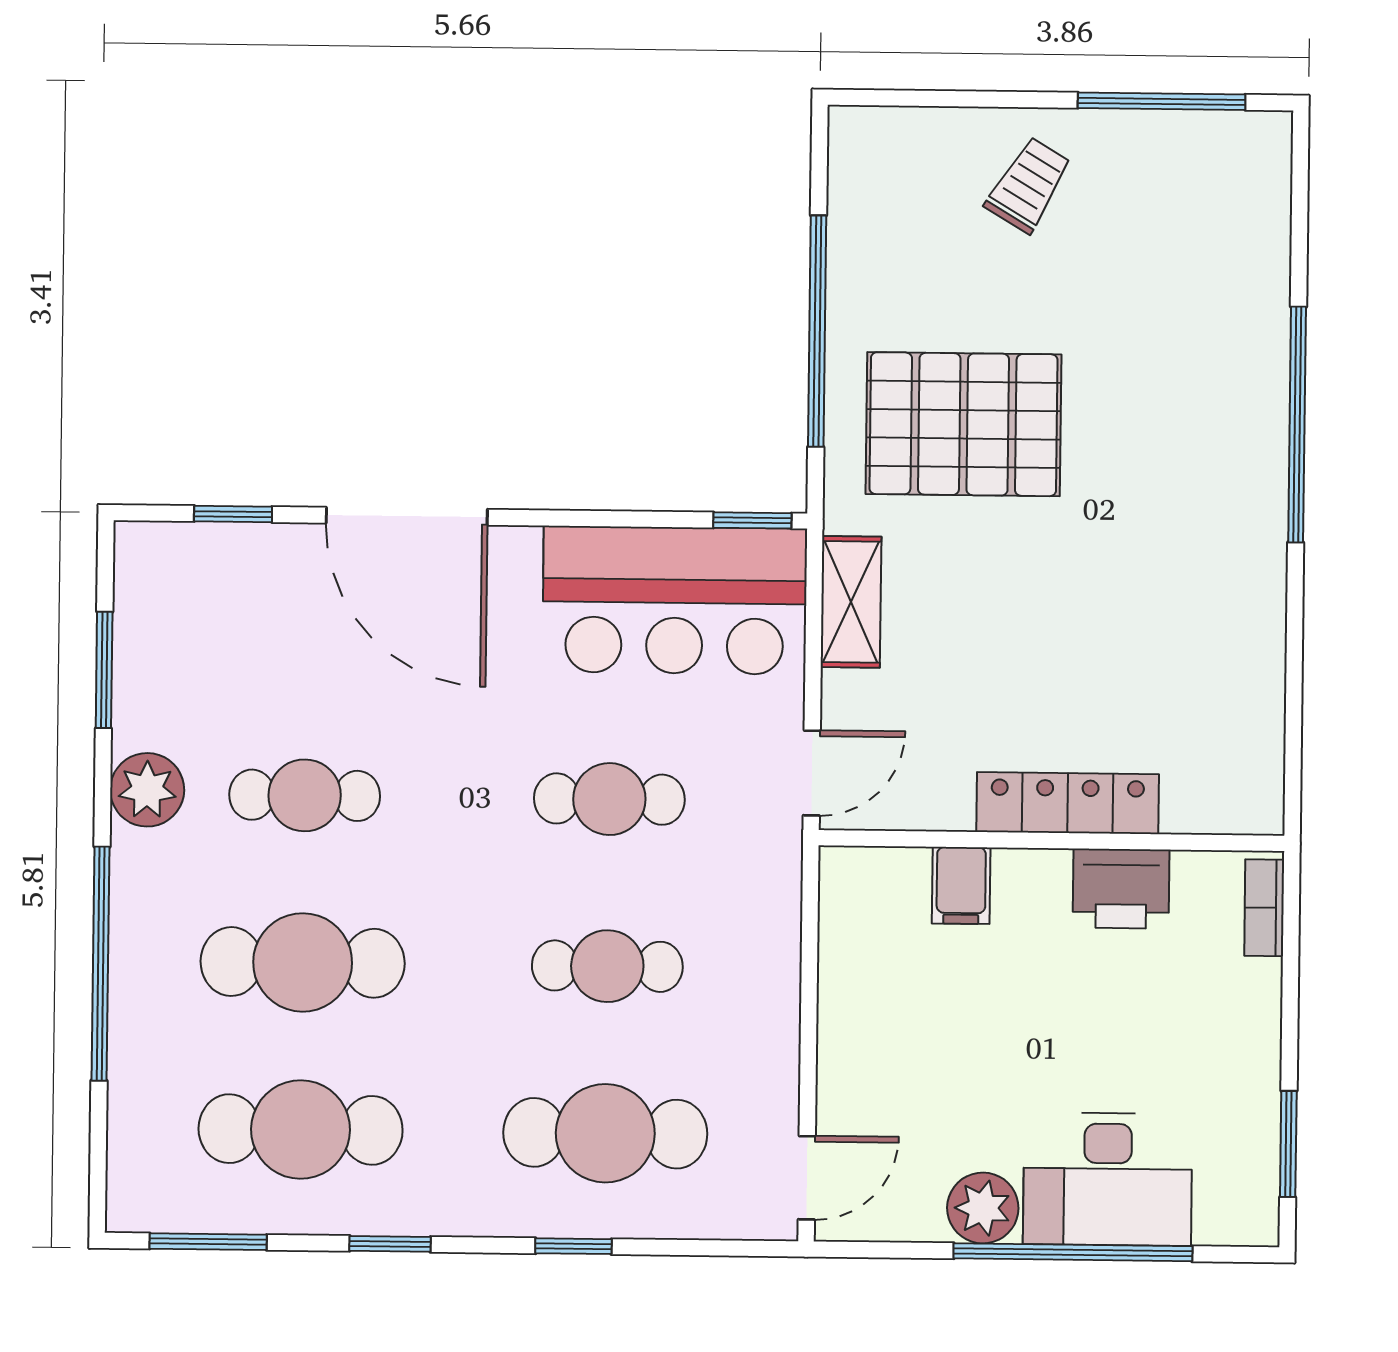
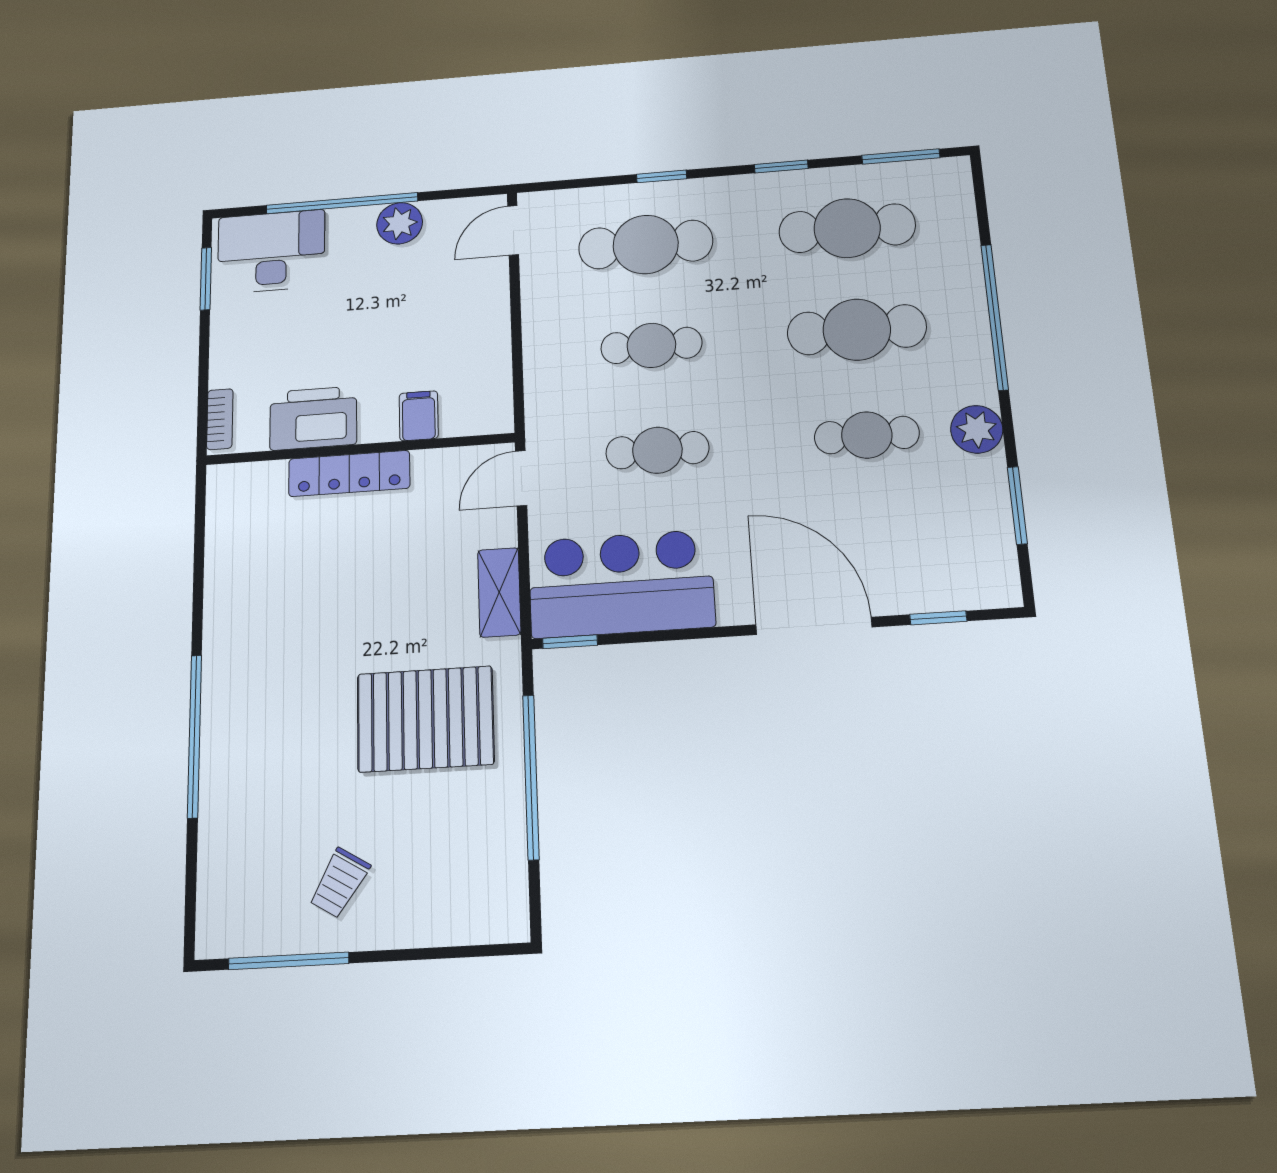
trolley: (1028, 185) -> (339, 883), moved
printer: (1121, 889) -> (313, 418), width x1.37, depth x1.19
desk: (1108, 1179) -> (271, 252), moved

